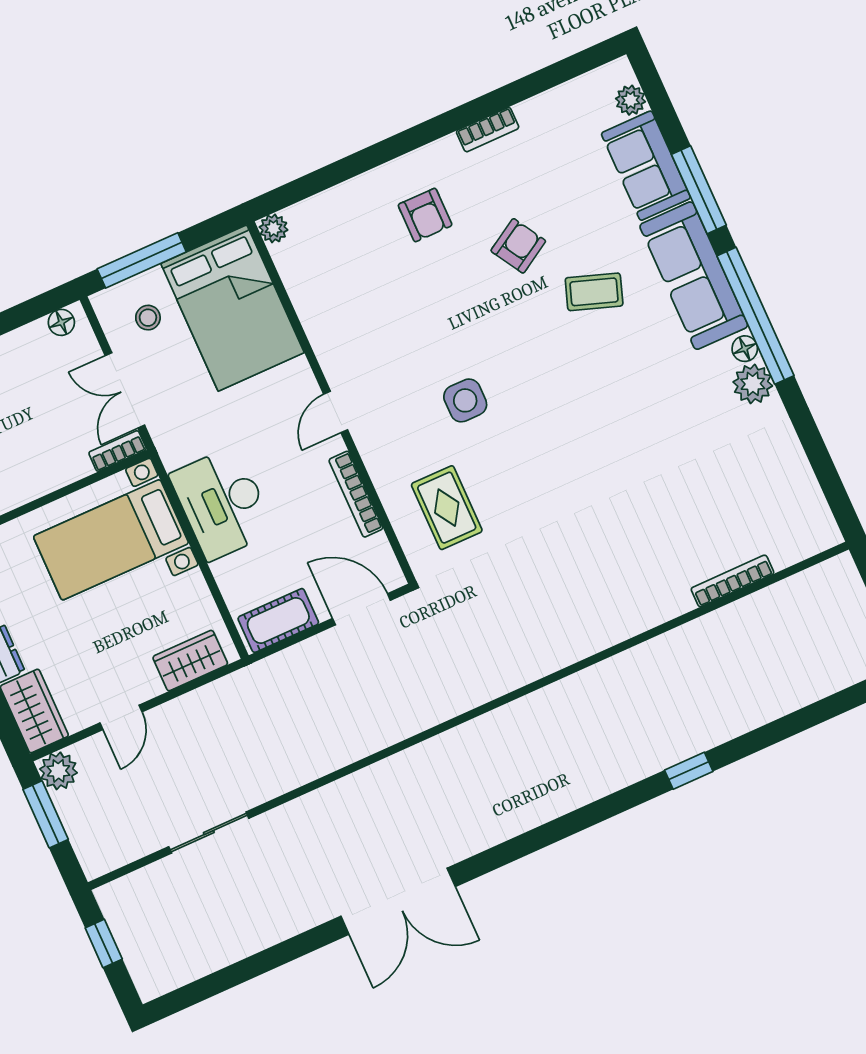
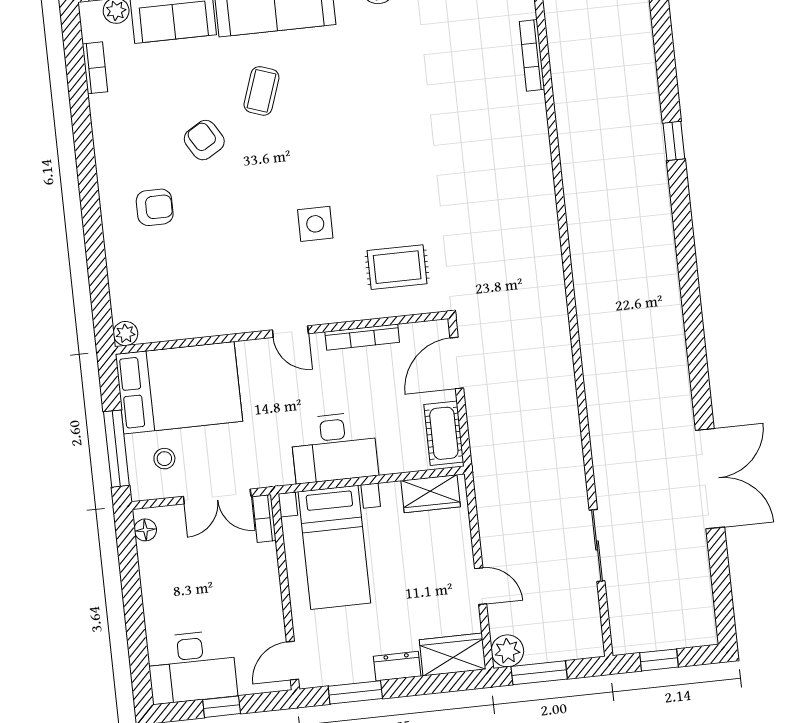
bookcase: (488, 130) -> (95, 68), moved
wardrobe: (190, 661) -> (431, 494), moved, turned -90
double door: (398, 901) -> (710, 479), moved

